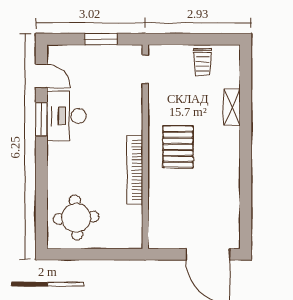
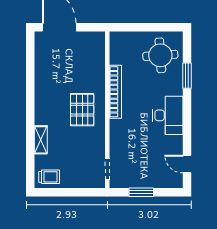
trolley: (202, 62) -> (49, 177), moved, turned 90
desk: (66, 116) -> (168, 115), moved
window: (41, 119) -> (187, 76), moved

